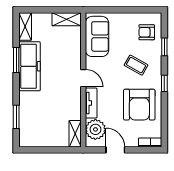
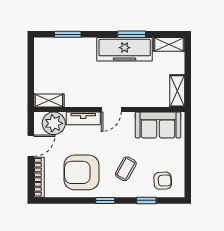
armchair: (147, 32) -> (163, 181), turned 87
bookcase: (150, 143) -> (39, 177), width x1.56

